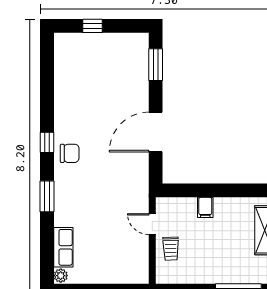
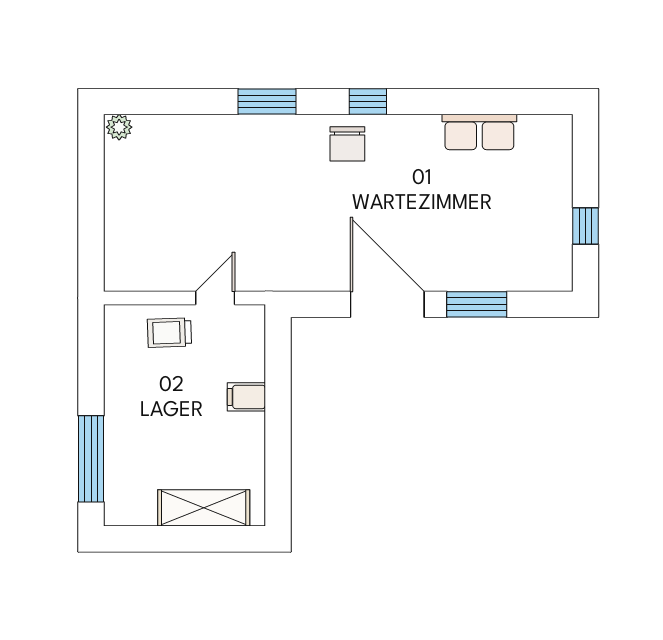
window: (92, 26) -> (586, 226), moved
window: (156, 65) -> (477, 304), moved
row of seats: (63, 247) -> (479, 132), moved

